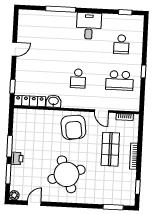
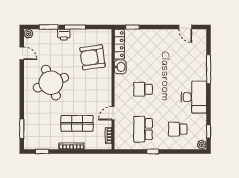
plant: (139, 20) -> (202, 145), added
desk: (89, 26) -> (194, 97), width x1.37
door: (14, 49) -> (185, 27), moved
armchair: (73, 127) -> (92, 57), moved

